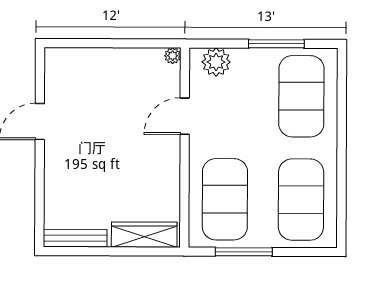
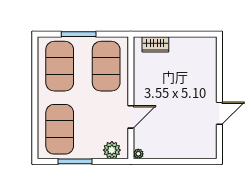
wardrobe: (144, 235) -> (155, 44), width x0.67
bench: (75, 238) -> (198, 42), removed
window: (244, 252) -> (79, 34), moved

